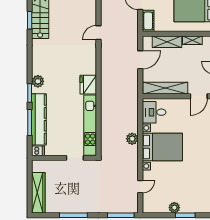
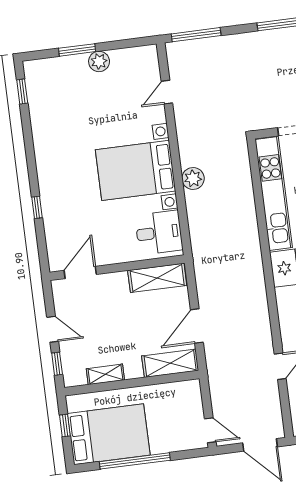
cot: (148, 21) -> (191, 399), removed
shelving: (167, 42) -> (170, 363), moved
shelving: (165, 88) -> (157, 278), width x0.68

